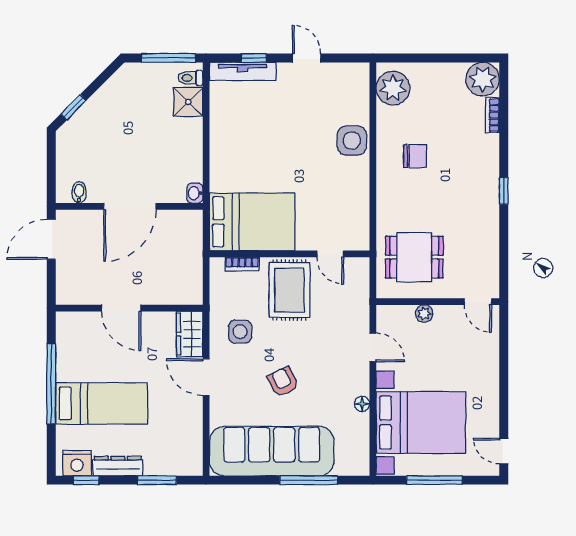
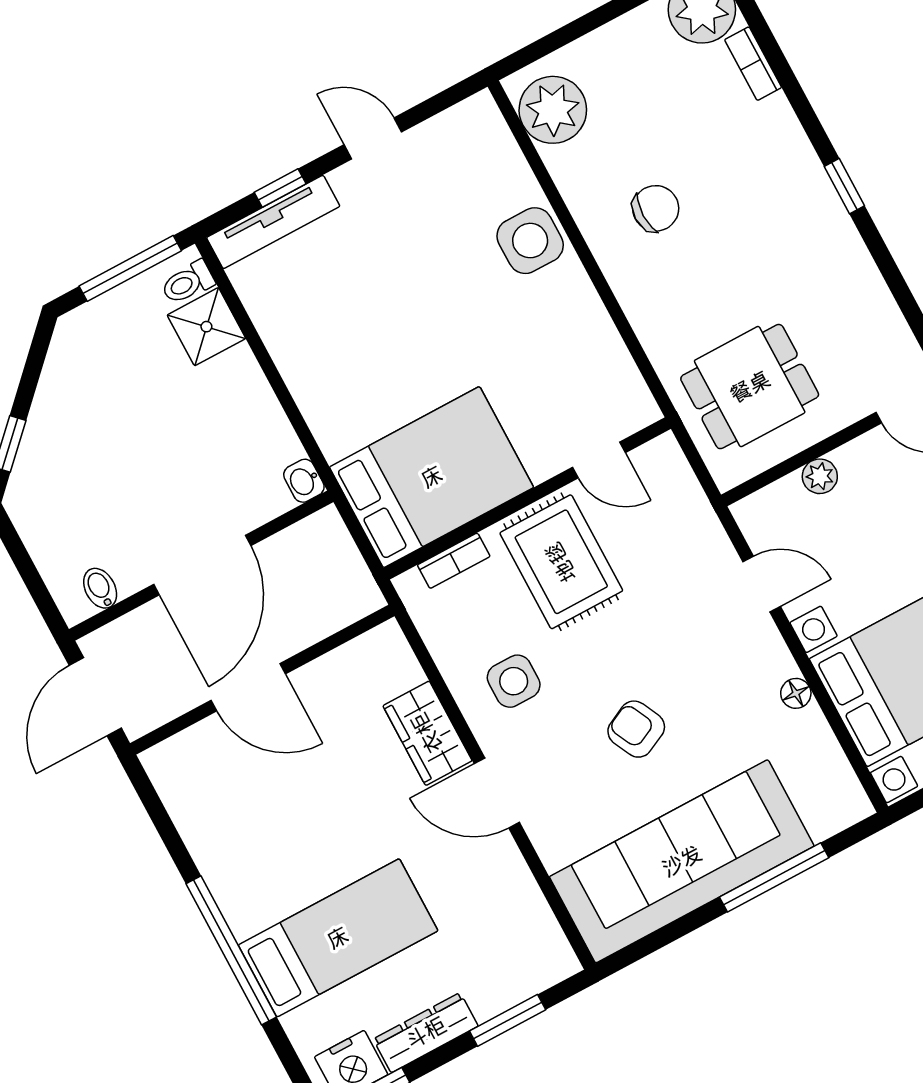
door: (121, 308) -> (248, 687), moved
wall: (129, 308) -> (262, 680), moved

